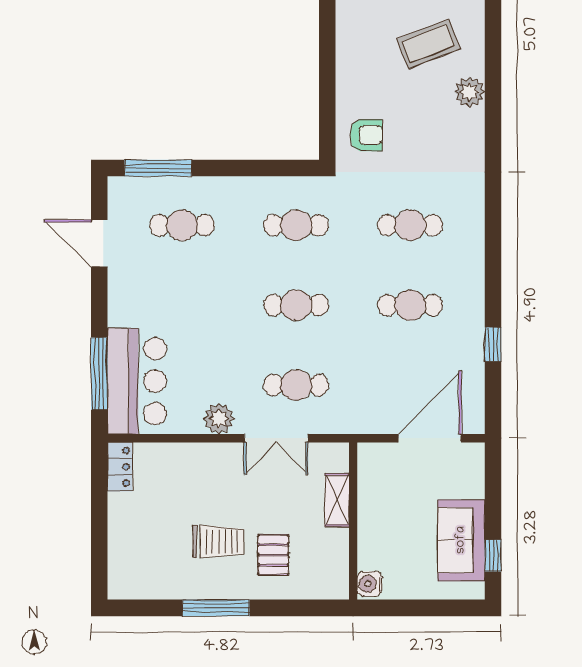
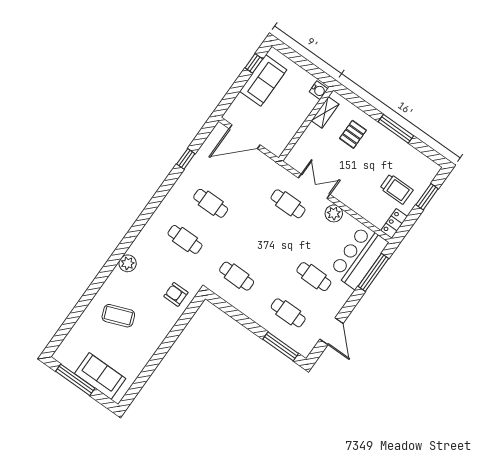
plant: (469, 92) -> (128, 263), moved
cafe table: (296, 305) -> (314, 277), moved
shelving: (337, 500) -> (325, 112), moved
window: (99, 541) -> (427, 197), added
trolley: (218, 541) -> (396, 189), moved, turned 180

